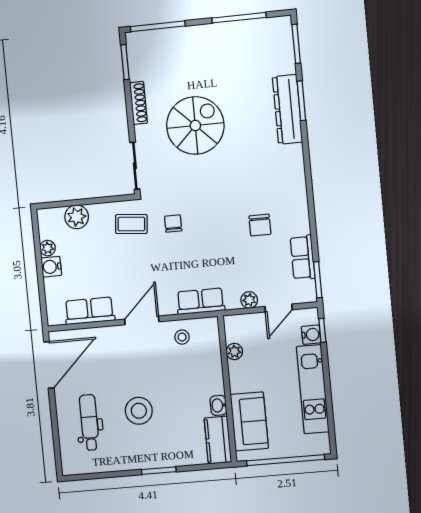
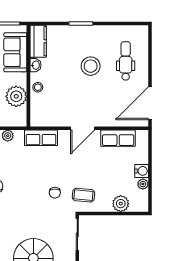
stool: (182, 337) -> (38, 87), moved
plant: (234, 352) -> (16, 96), width x1.87, depth x1.87
dental chair: (89, 422) -> (126, 61), turned 180

